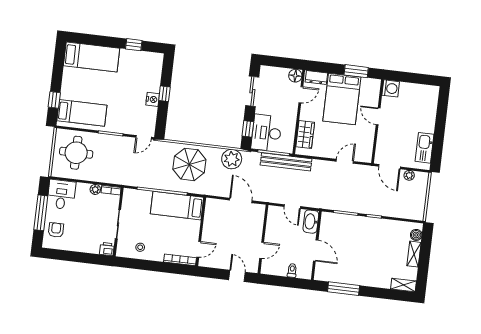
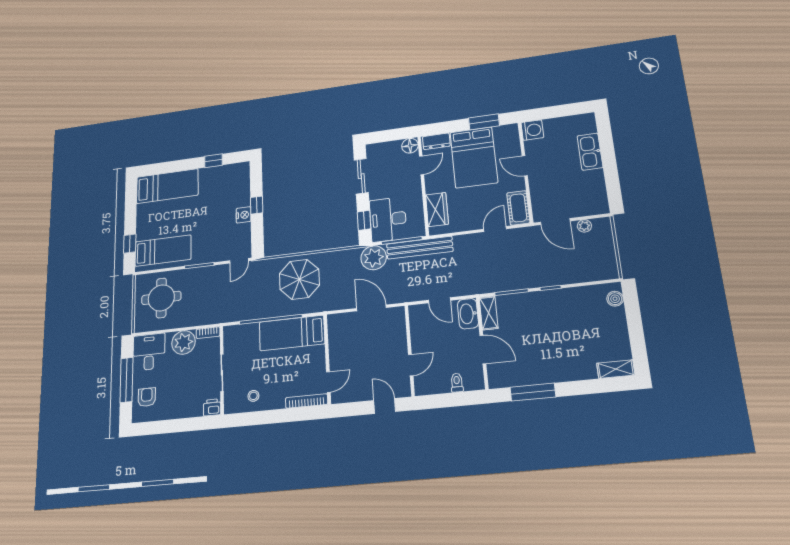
kitchen sink: (425, 148) -> (590, 152), moved
cot: (366, 149) -> (518, 208), added
plant: (232, 159) -> (374, 258), moved
plant: (95, 189) -> (183, 342), width x1.88, depth x1.88
shelving: (414, 254) -> (489, 313), moved

